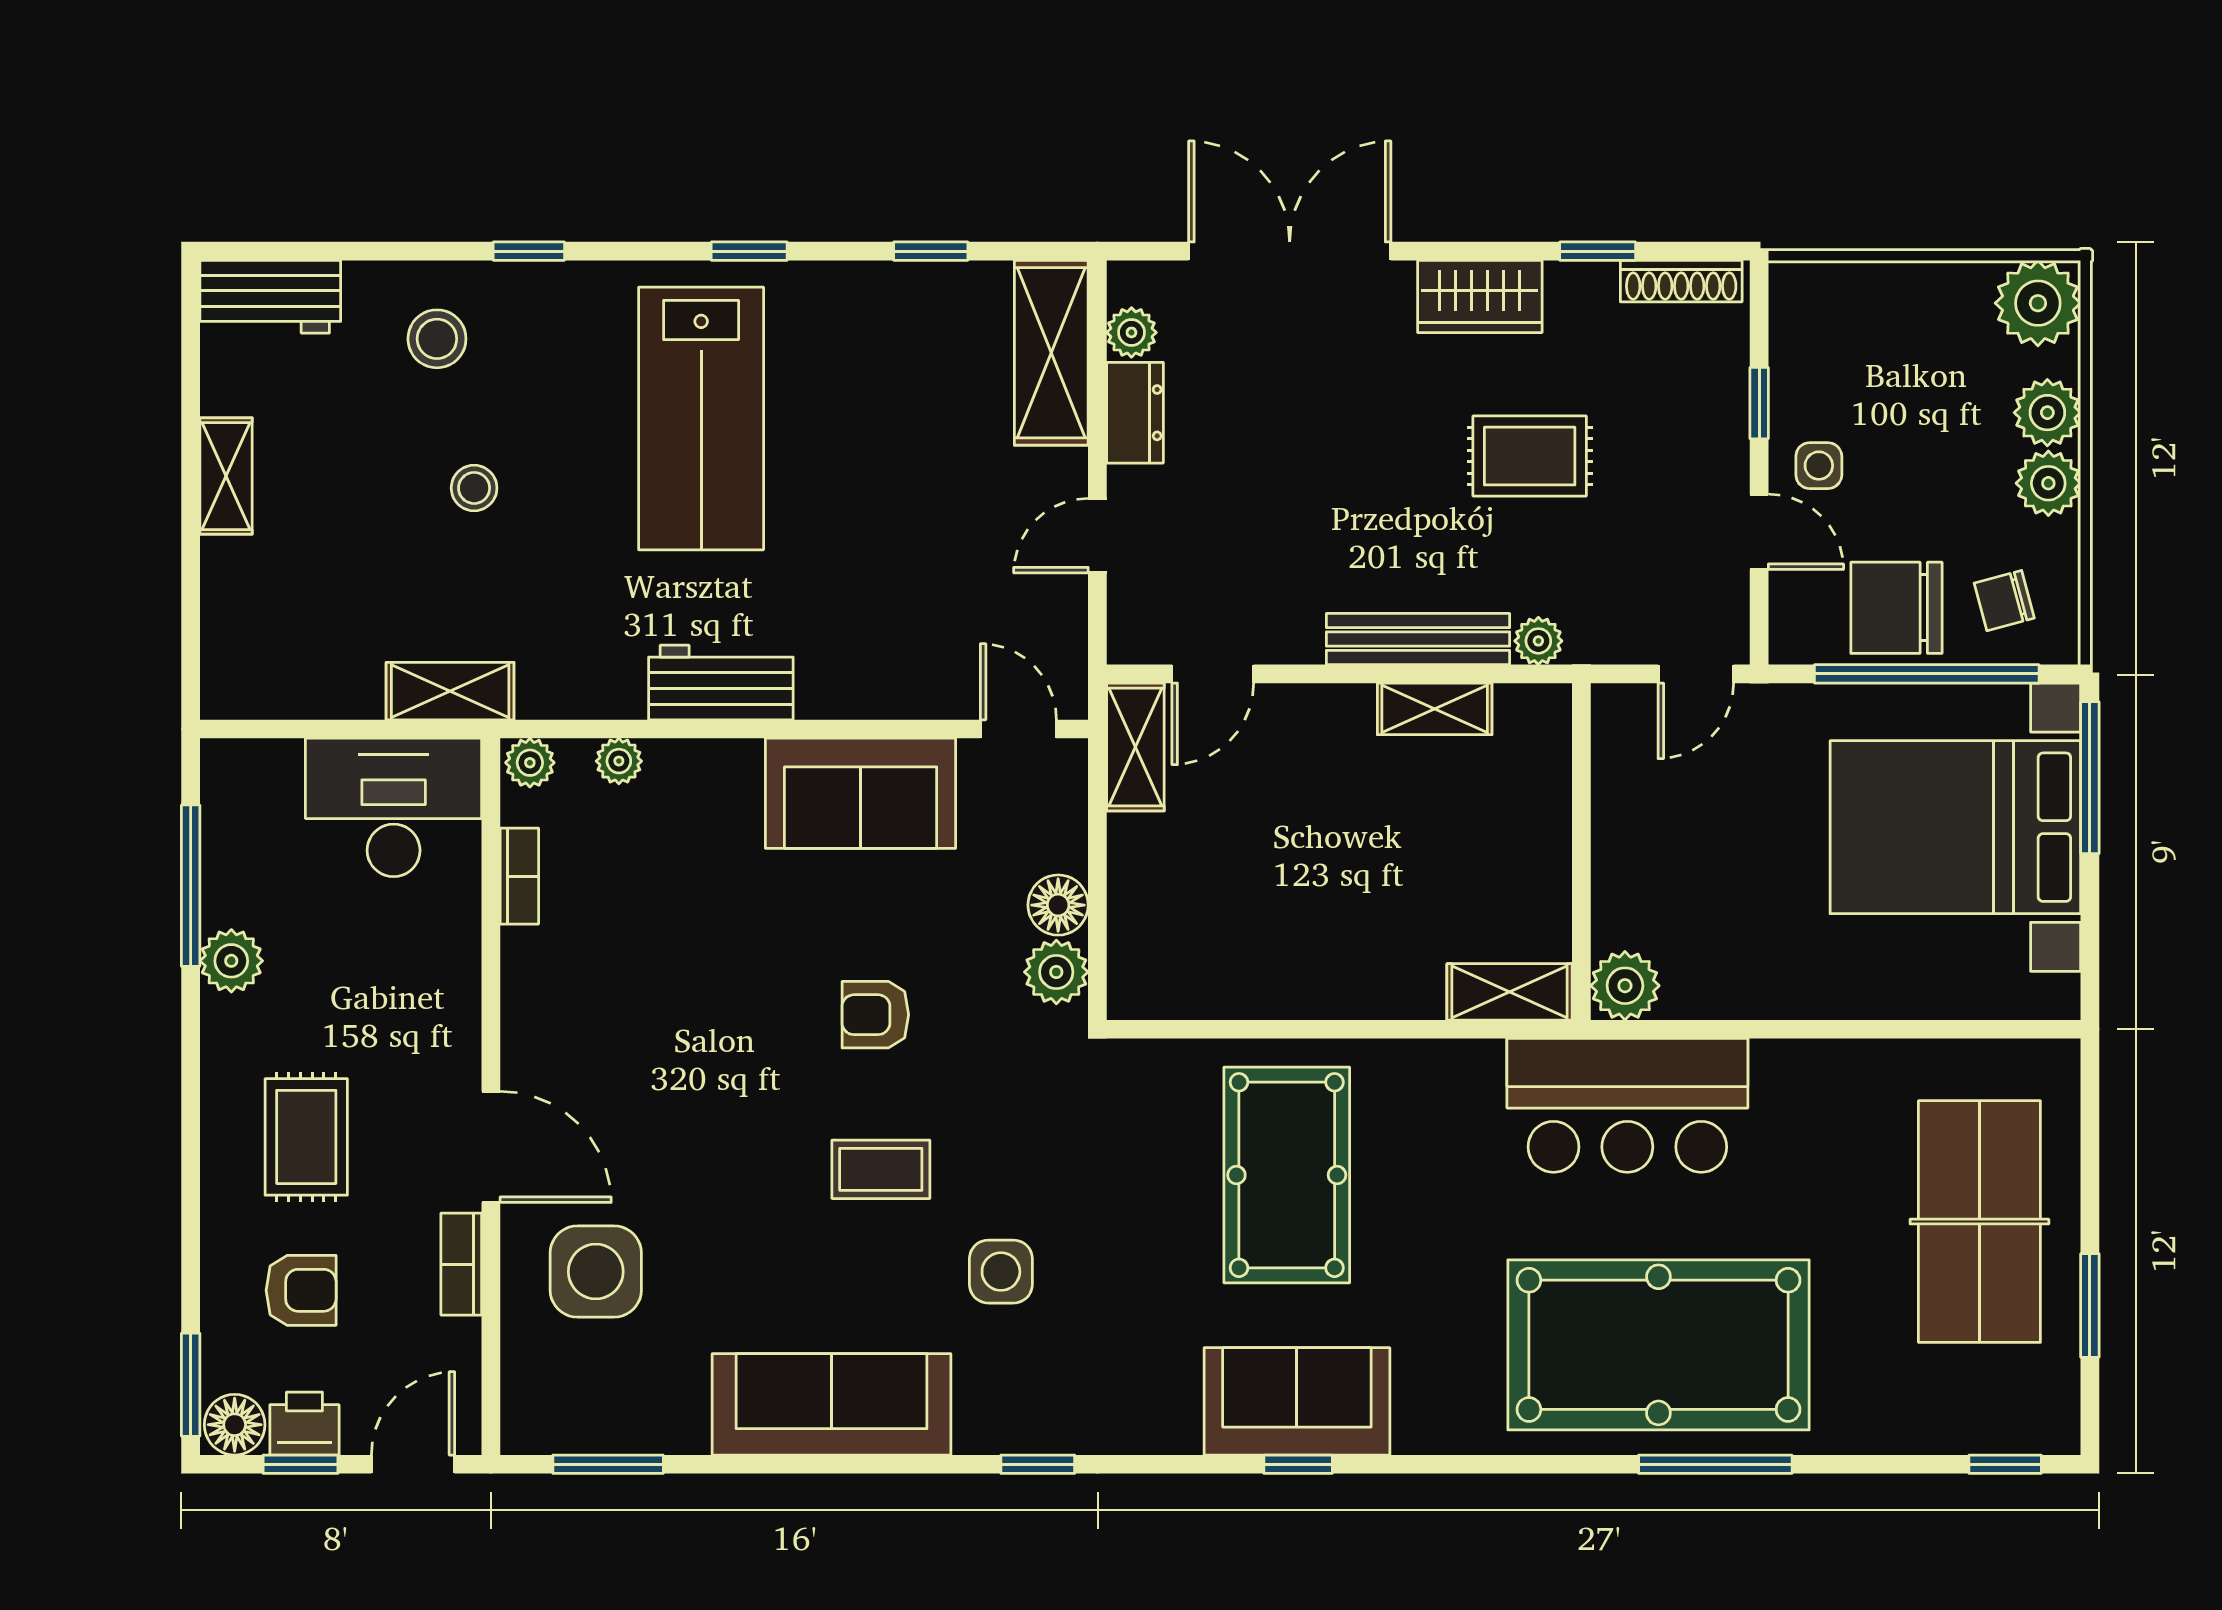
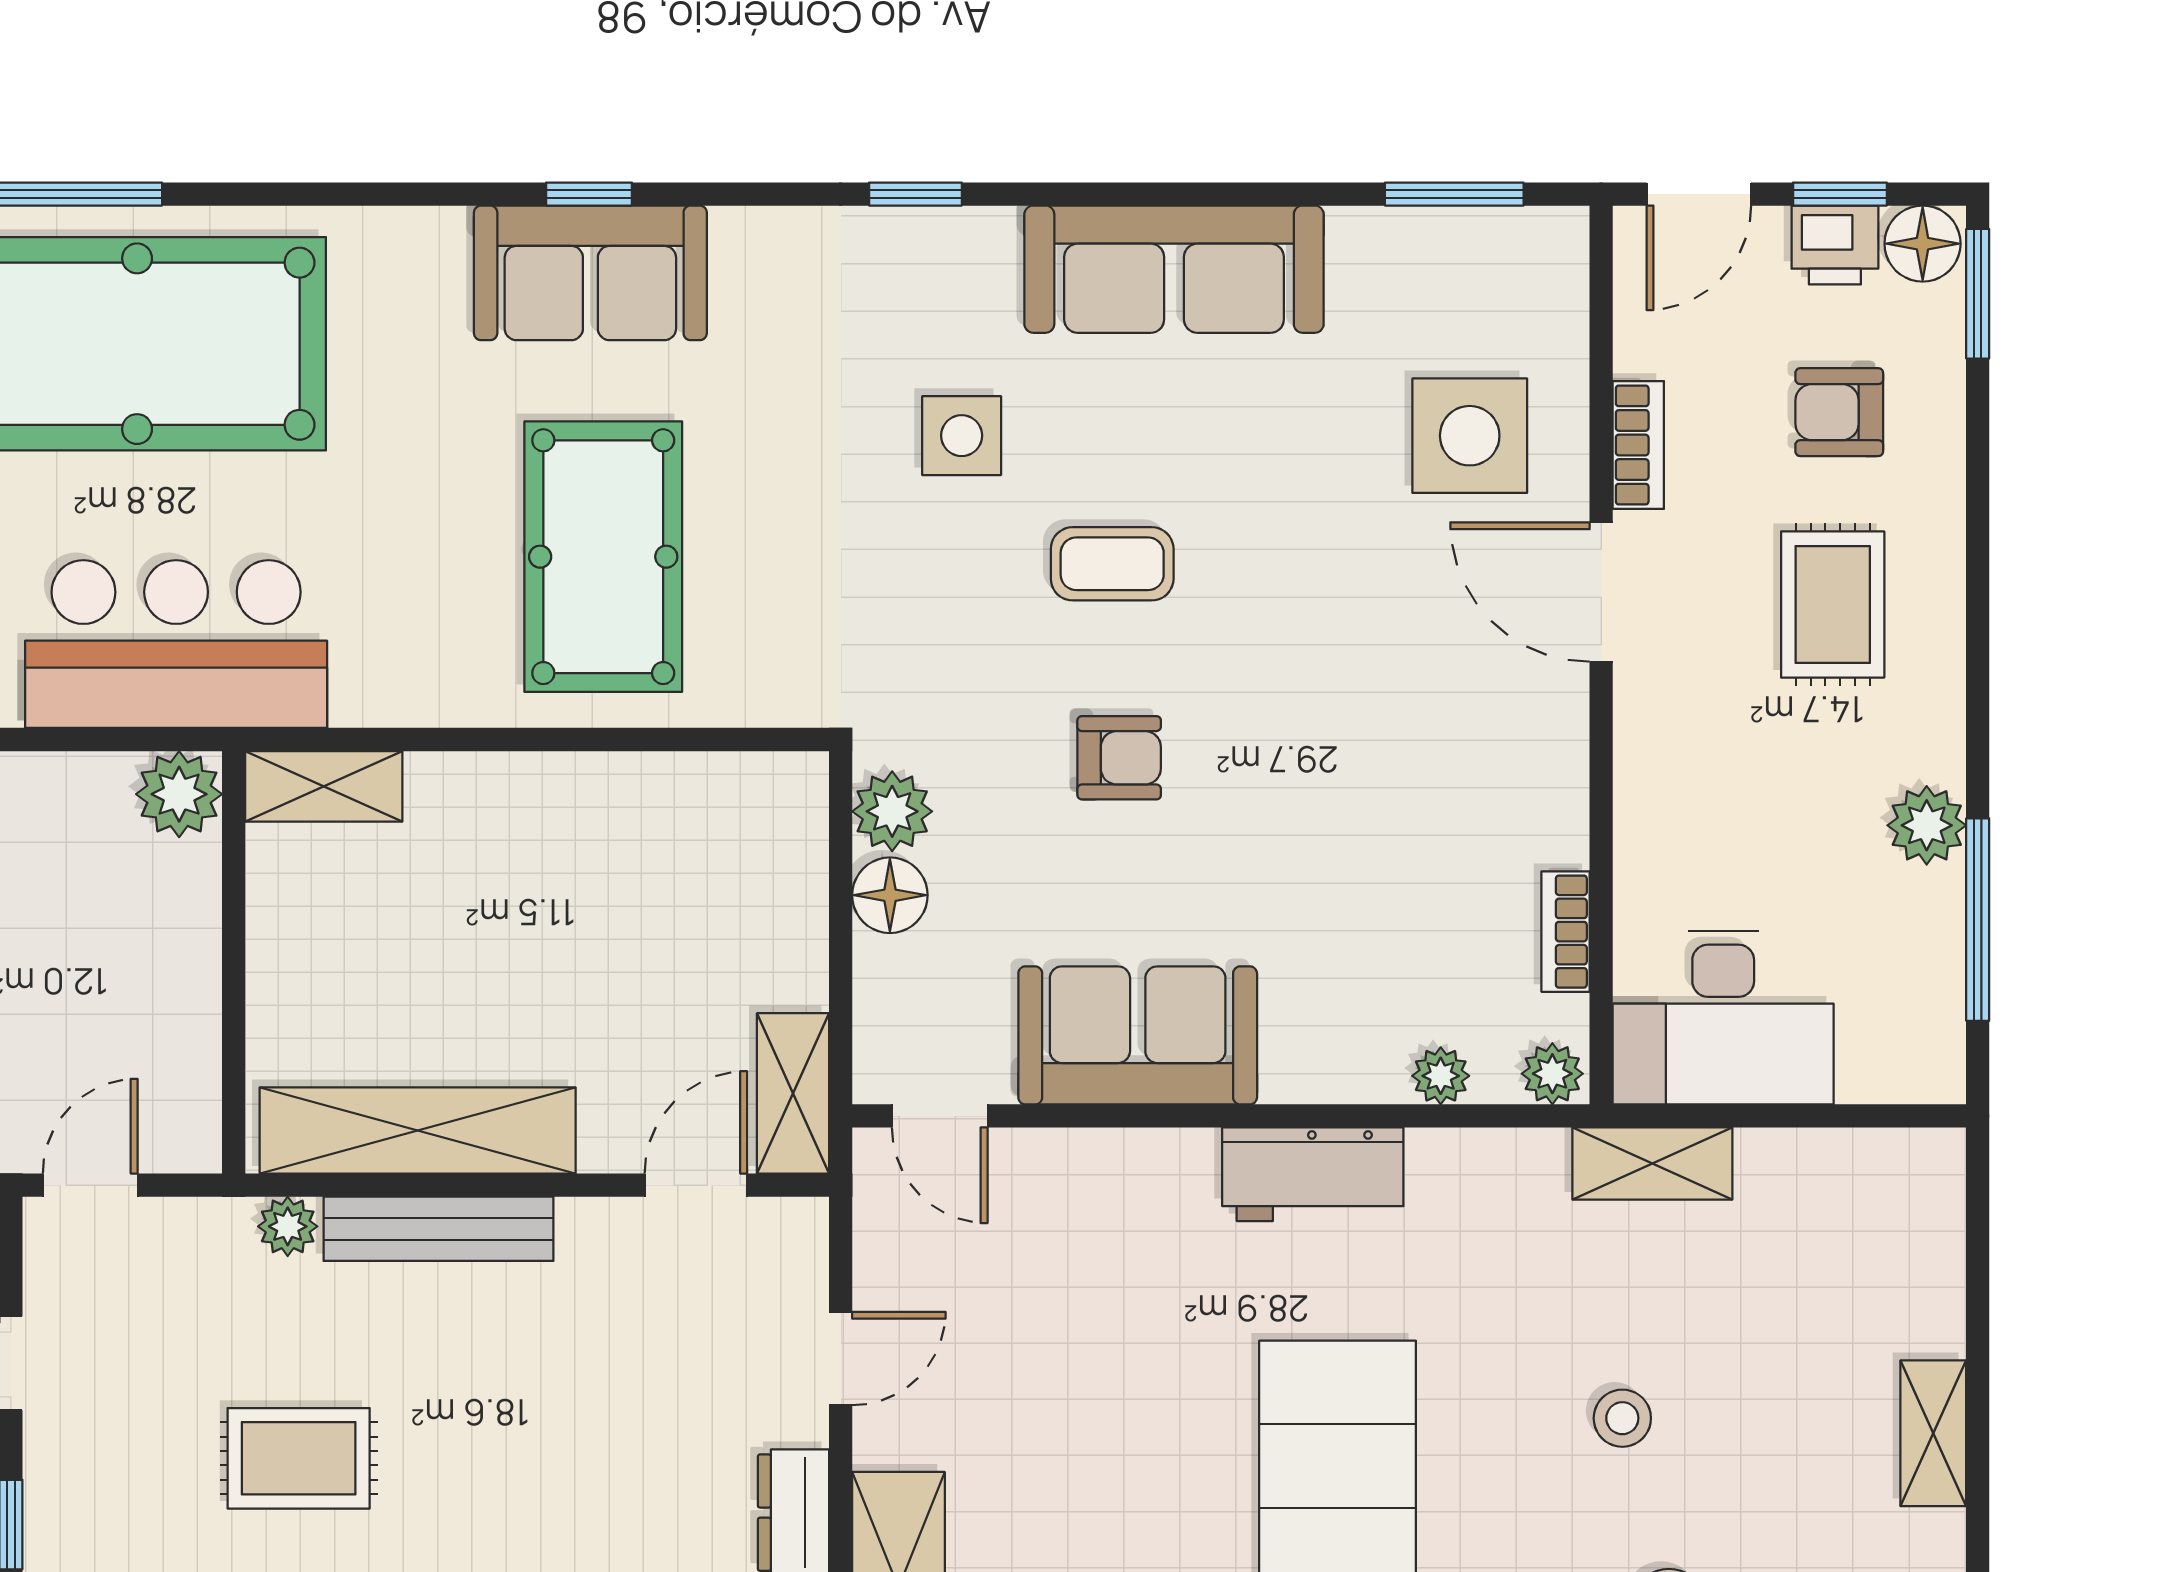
shelving: (1435, 709) -> (418, 1130), width x2.20, depth x1.33

